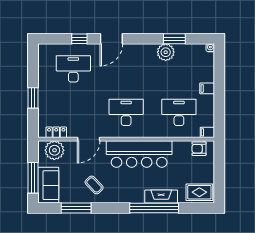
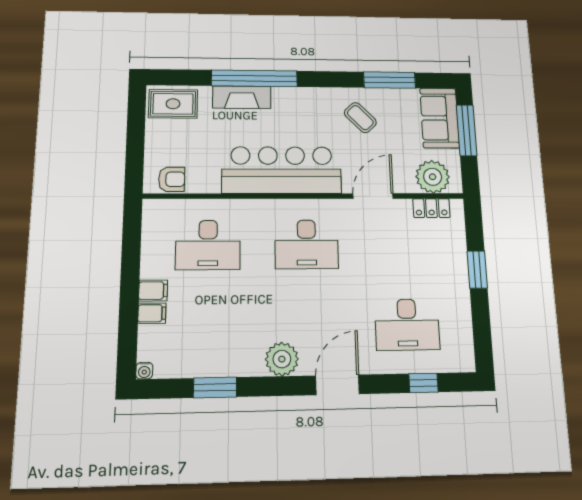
window: (79, 39) -> (423, 383), moved
plant: (166, 52) -> (282, 359), moved
filing cabinet: (207, 132) -> (152, 313), moved

